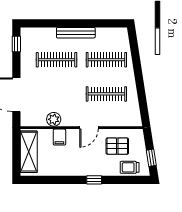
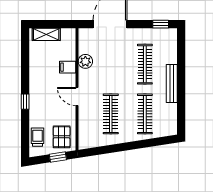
pallet: (117, 146) -> (62, 137), moved
shelving: (29, 152) -> (46, 34), width x0.67, depth x0.75
window: (151, 158) -> (58, 157), moved

